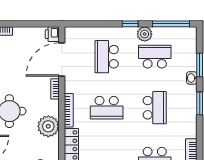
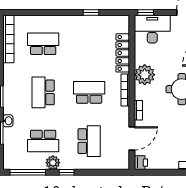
door: (62, 59) -> (132, 138), width x0.73

